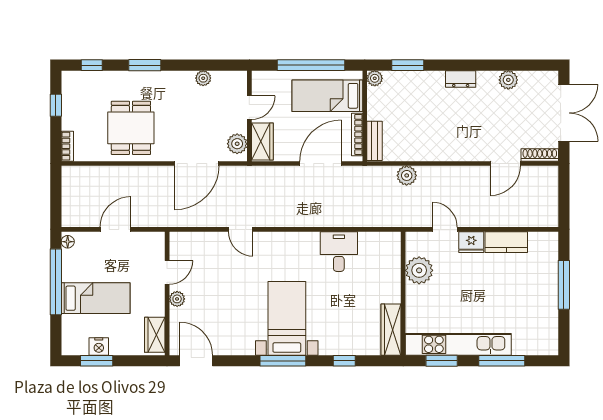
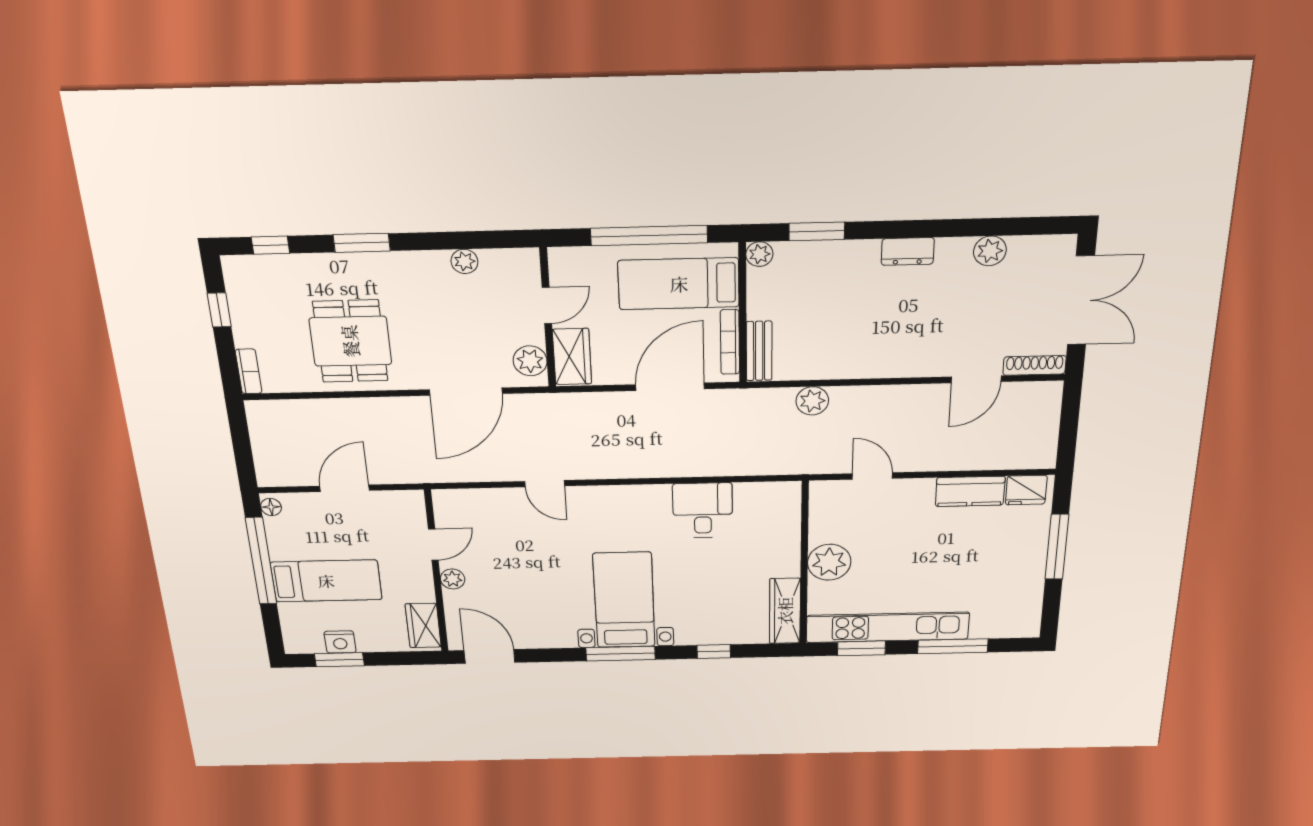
fridge: (471, 242) -> (1026, 490), moved
plant: (419, 270) -> (829, 562), moved

